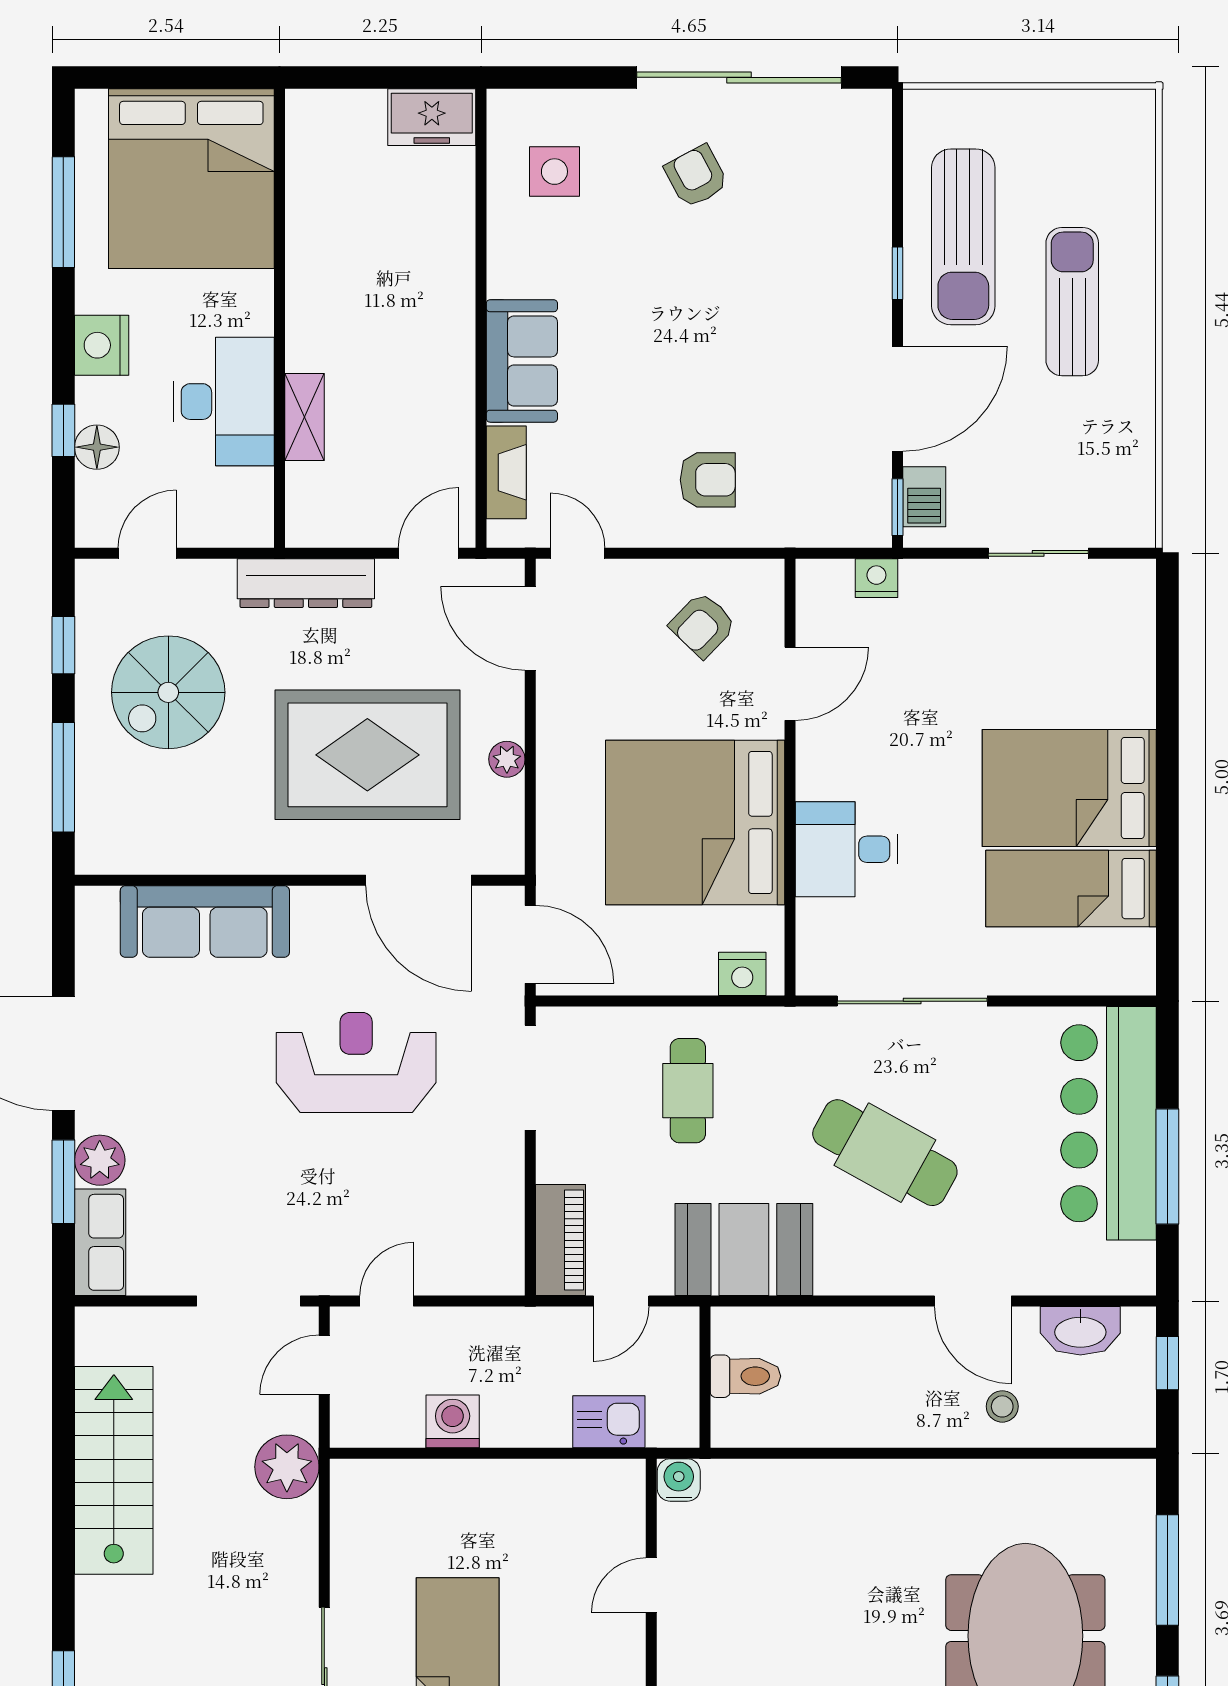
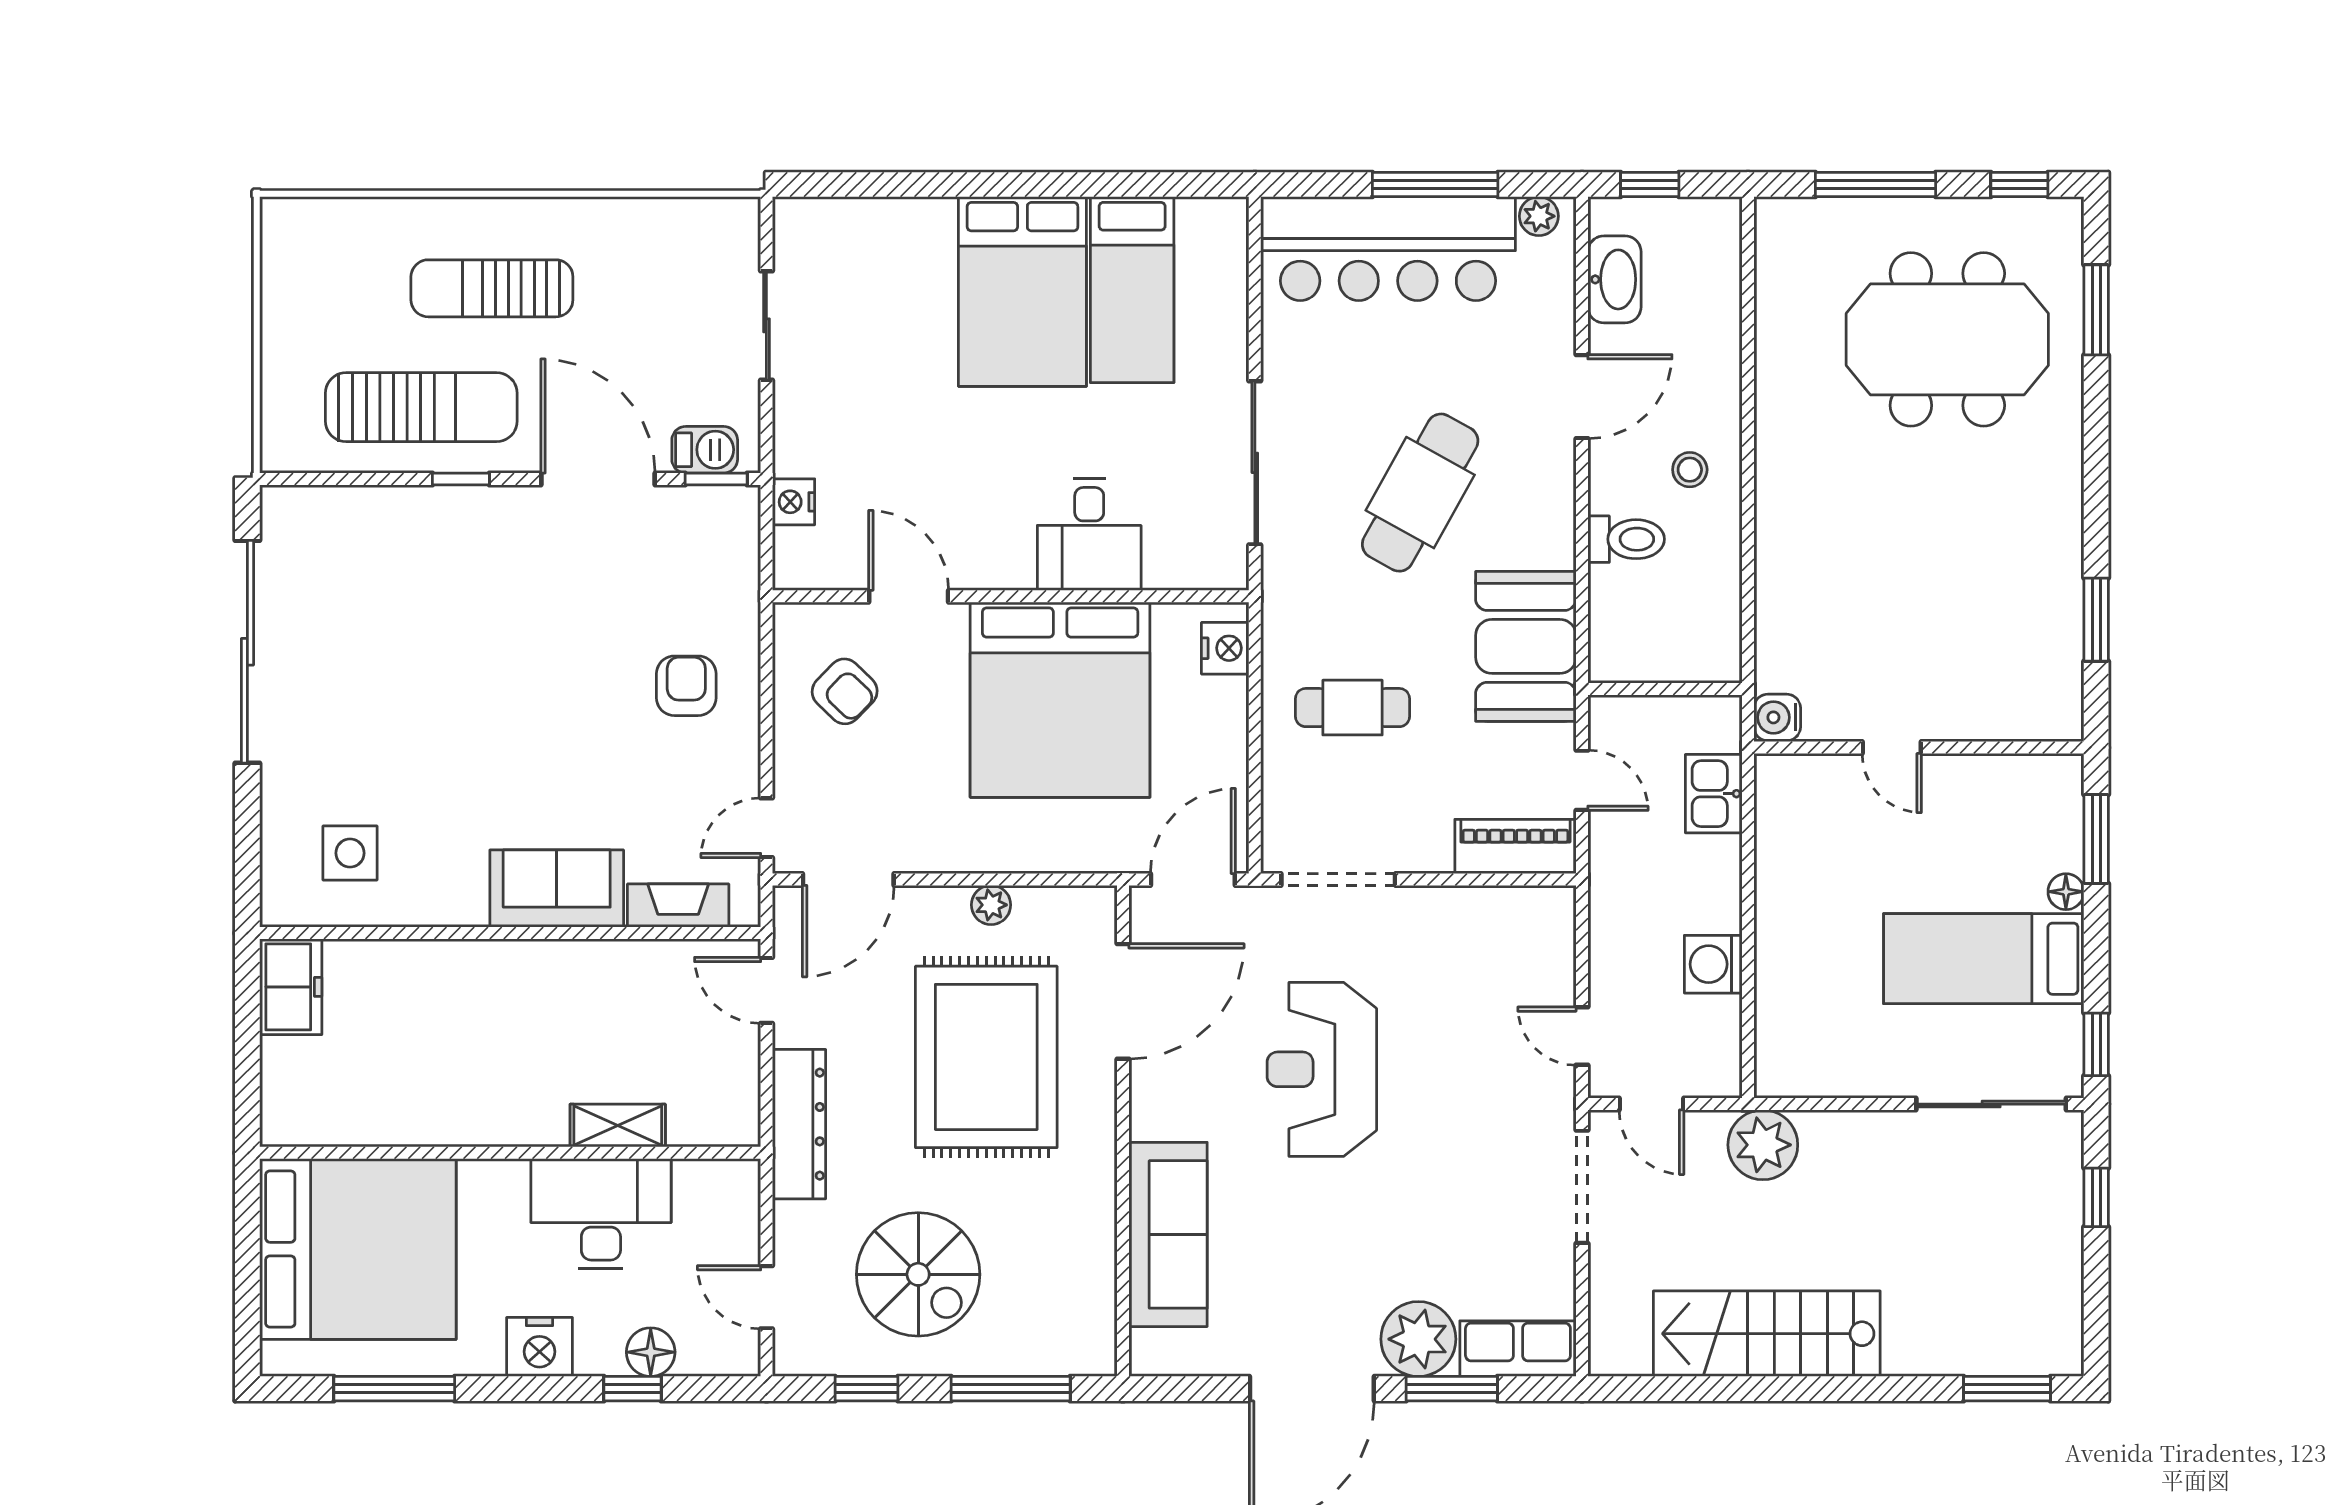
armchair: (696, 176) -> (355, 698), removed
plant: (100, 1160) -> (1418, 1339), width x1.36, depth x1.36
plant: (1138, 1261) -> (1539, 216), added
toilet: (745, 1376) -> (1626, 539), moved, turned 90
stool: (1002, 1406) -> (1690, 470), moved

